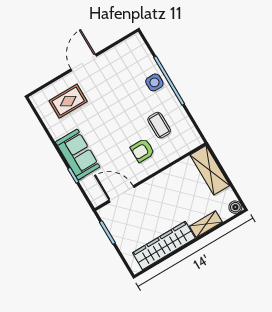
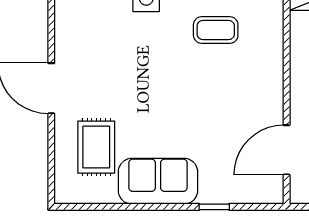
armchair: (142, 150) -> (239, 78), removed
sofa: (78, 154) -> (158, 181), moved

